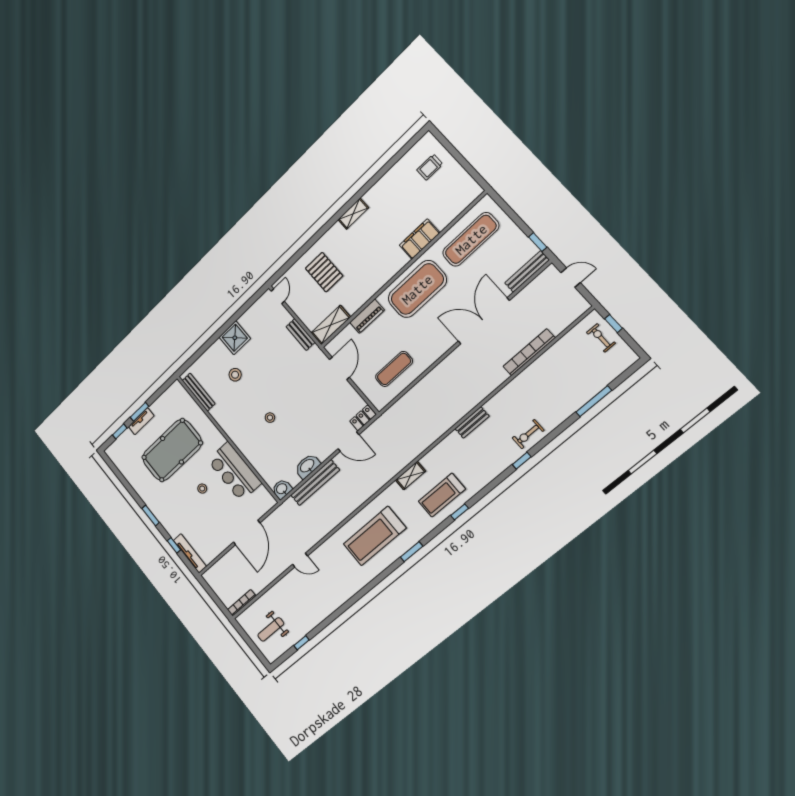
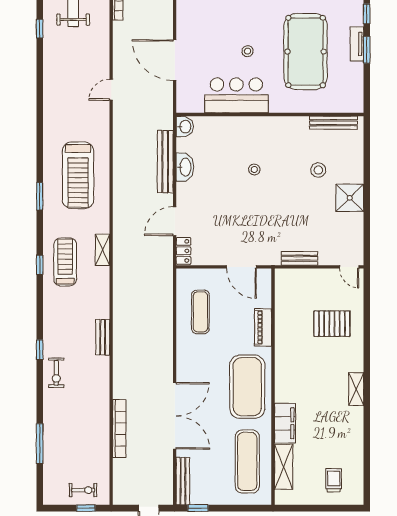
shelving: (331, 325) -> (284, 467), moved
exercise bike: (528, 434) -> (56, 373), turned 180
treadmill: (375, 536) -> (78, 175), turned 180

